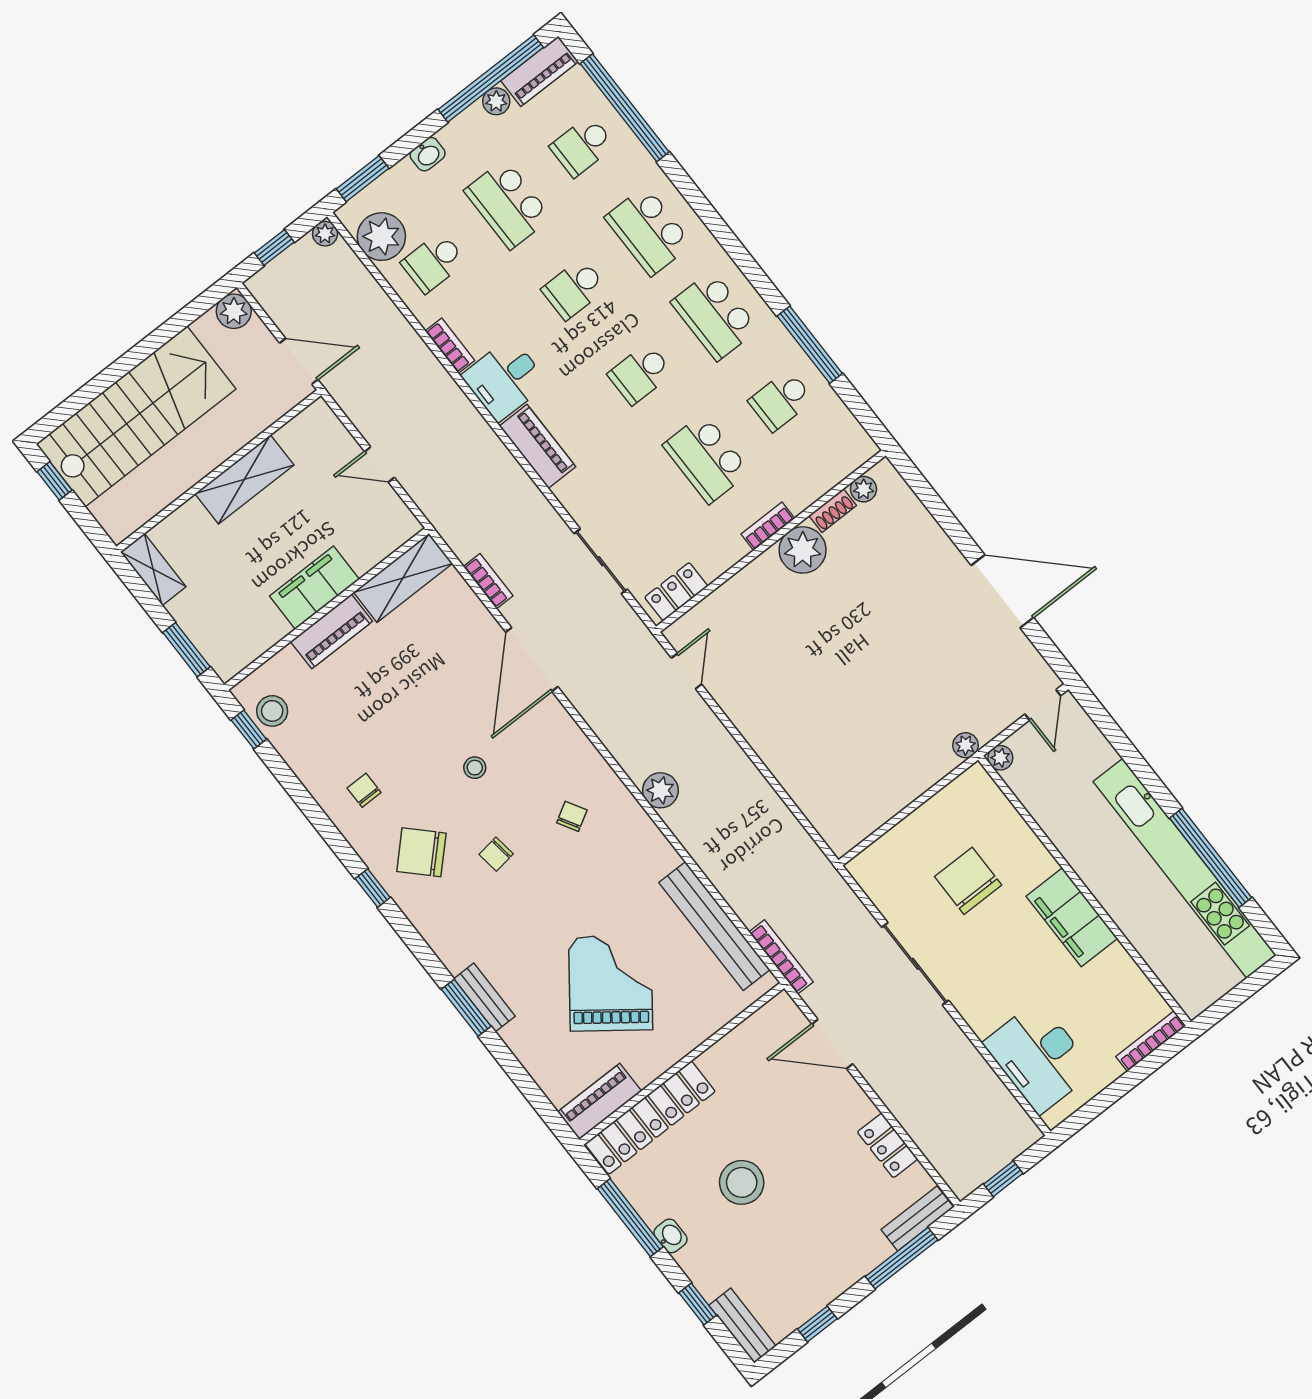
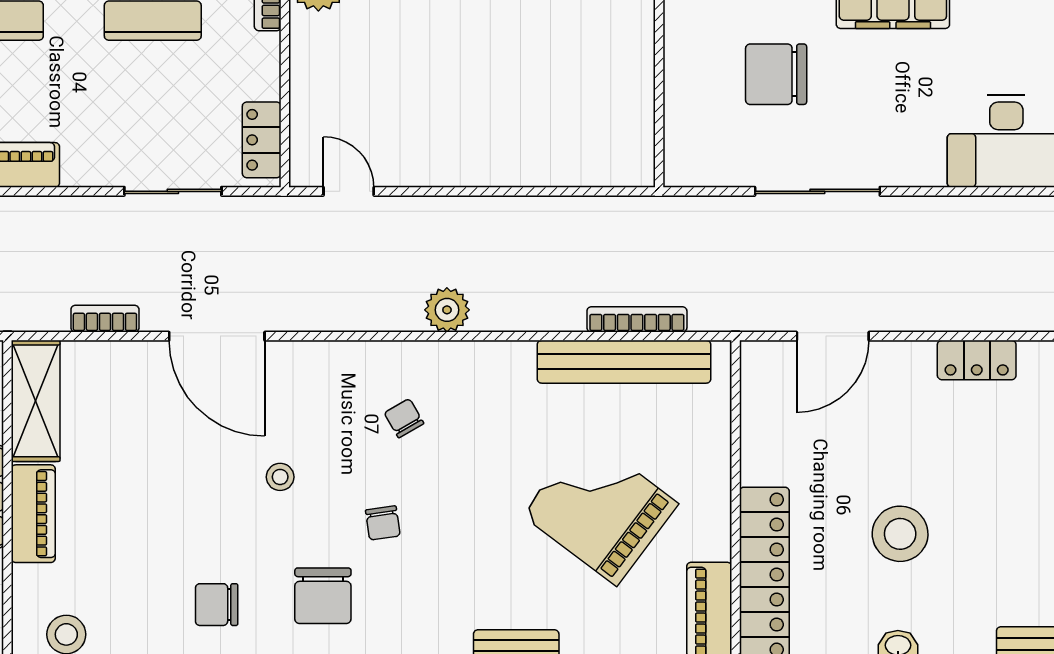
chair: (364, 790) -> (217, 605), width x1.37, depth x1.37
chair: (421, 852) -> (323, 596), turned -45
bookcase: (781, 957) -> (637, 319), moved

